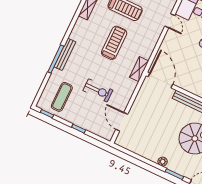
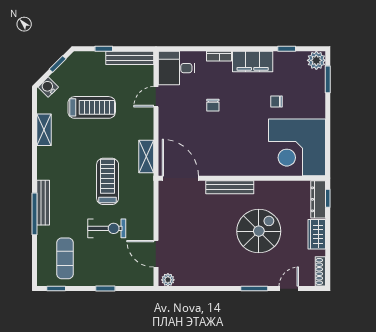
door: (170, 21) -> (156, 97), swing flipped
treadmill: (114, 43) -> (108, 181), moved
shelving: (139, 69) -> (146, 157), moved
plant: (163, 162) -> (168, 280), moved

